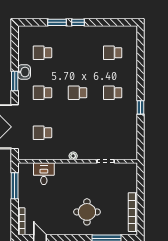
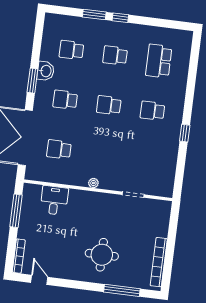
school desk: (78, 53) -> (115, 55), added
school desk: (113, 53) -> (159, 61), width x1.85

